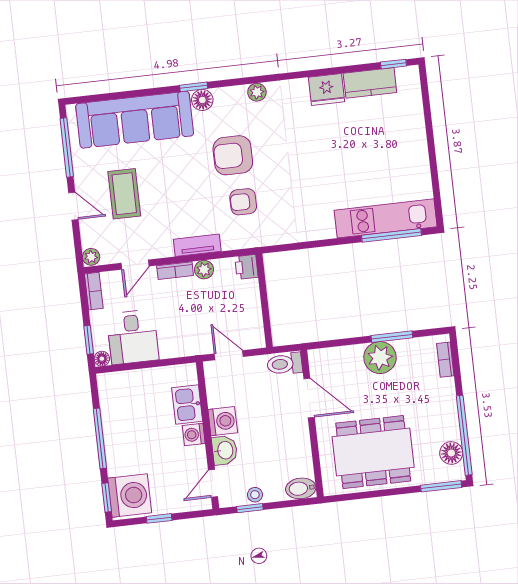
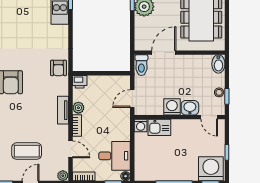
armchair: (243, 202) -> (58, 68), moved
washing machine: (194, 435) -> (141, 125), moved

